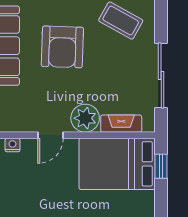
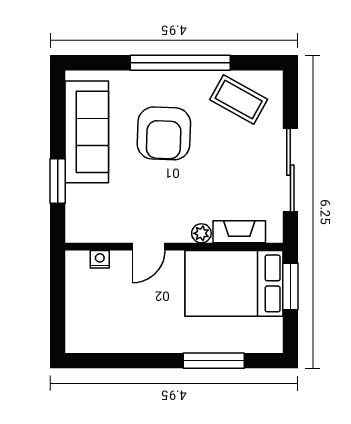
plant: (85, 118) -> (201, 233), width x0.53, depth x0.53
window: (161, 166) -> (290, 287), width x1.50

